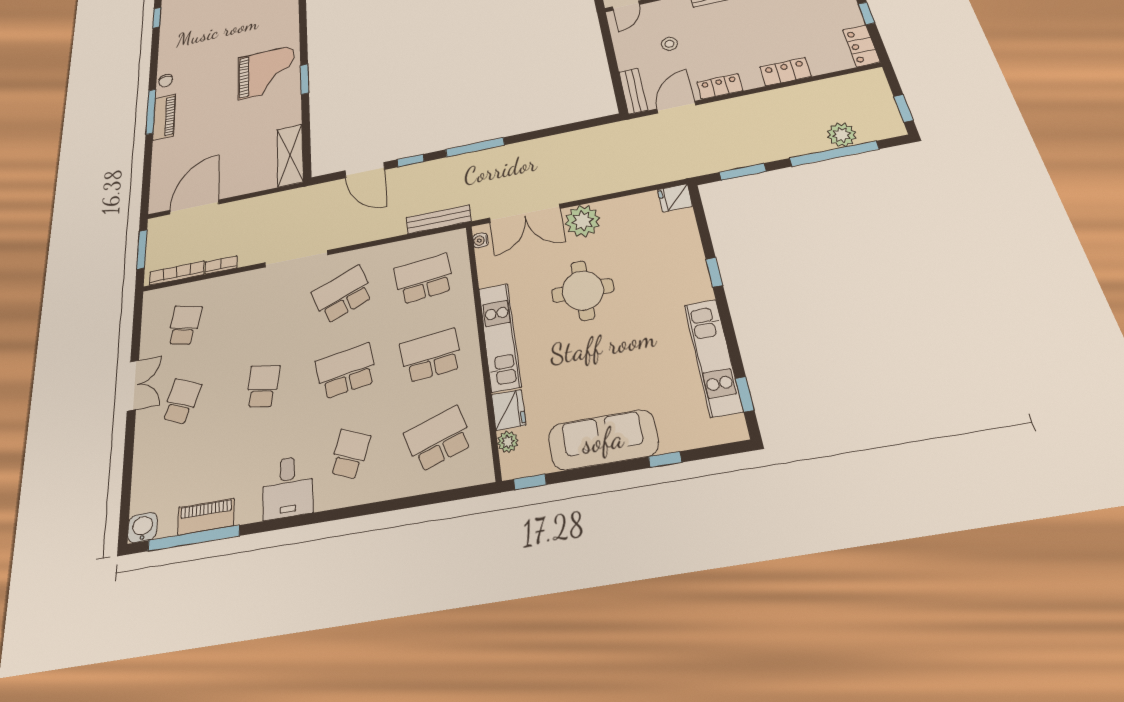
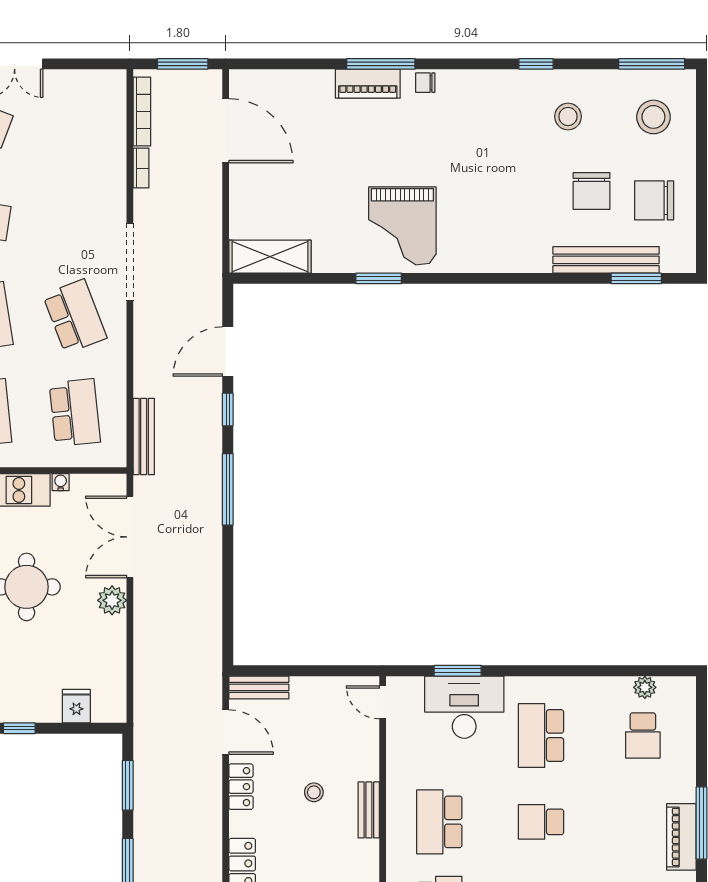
stool: (669, 44) -> (314, 792), moved
fridge: (675, 198) -> (76, 706), moved
plant: (583, 221) -> (112, 600), width x0.73, depth x0.73
water cooler: (480, 240) -> (61, 482), moved
school desk: (184, 325) -> (75, 124), removed

